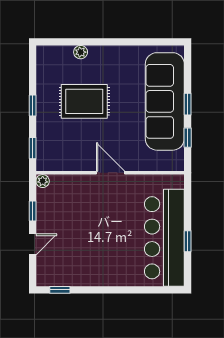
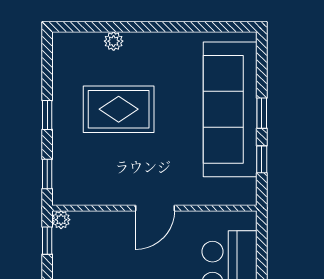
door: (111, 173) -> (155, 208), swing flipped
window: (33, 211) -> (47, 241), moved

